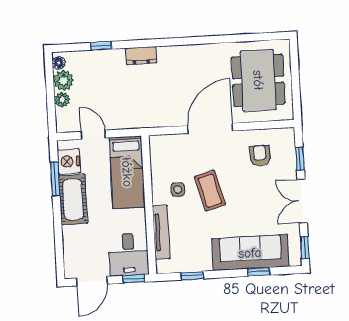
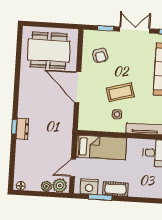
window: (101, 46) -> (14, 127), moved
plant: (63, 81) -> (60, 185), moved
armchair: (260, 156) -> (100, 55), turned -108
cot: (73, 200) -> (115, 189), width x0.73, depth x0.75
double door: (302, 201) -> (135, 30), swing flipped

